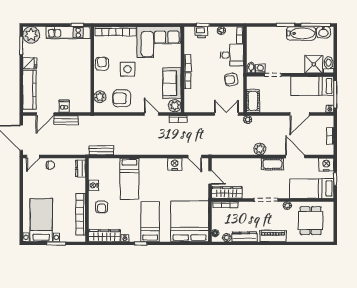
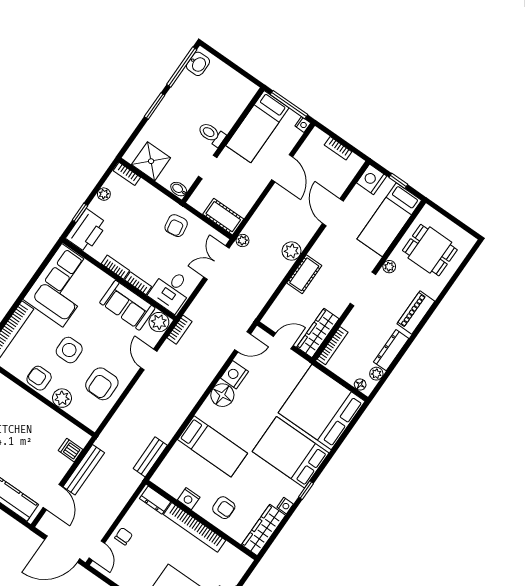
printer: (201, 32) -> (87, 231), width x1.87, depth x1.48
bathtub: (301, 33) -> (179, 94), removed
desk: (232, 55) -> (171, 290), moved, turned 180
shower: (314, 64) -> (151, 161), moved
toilet: (329, 65) -> (212, 134), moved
washing machine: (260, 69) -> (188, 178), removed
plant: (100, 97) -> (62, 398), moved
dishwasher: (64, 106) -> (70, 450), moved
door: (151, 114) -> (149, 360), hinge flipped
bench: (66, 120) -> (84, 470), width x1.36
door: (295, 156) -> (333, 212), hinge flipped
cot: (272, 164) -> (304, 274), moved
floor lamp: (160, 165) -> (222, 395), added
bookcase: (81, 214) -> (195, 527), moved
bed: (150, 222) -> (291, 452), width x1.50

